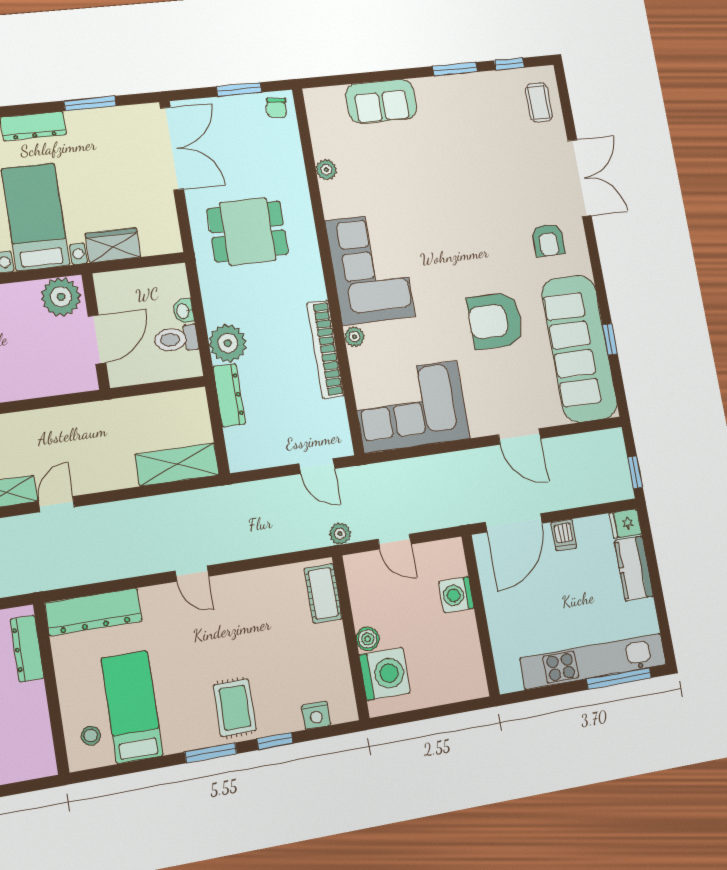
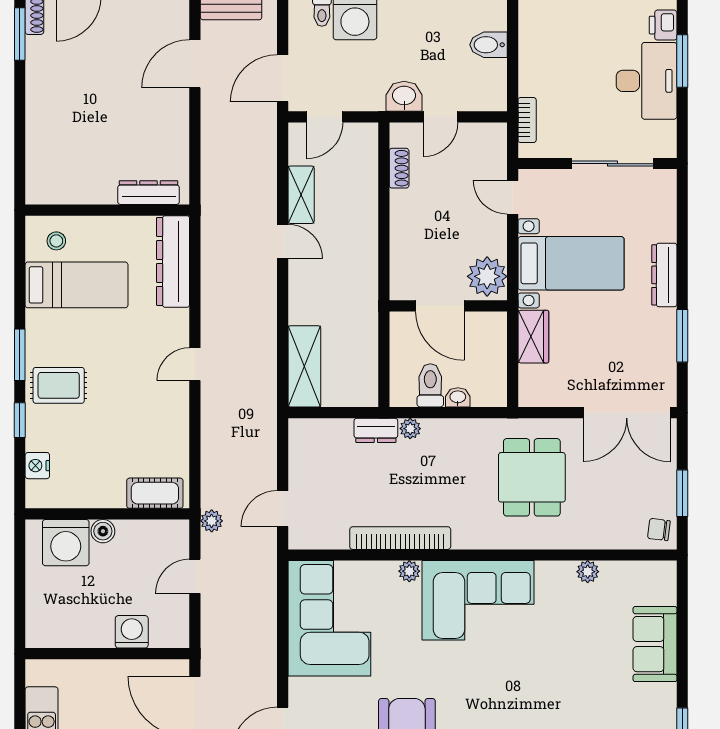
plant: (228, 343) -> (410, 429), width x0.53, depth x0.53
dresser: (229, 395) -> (376, 430), width x0.70

